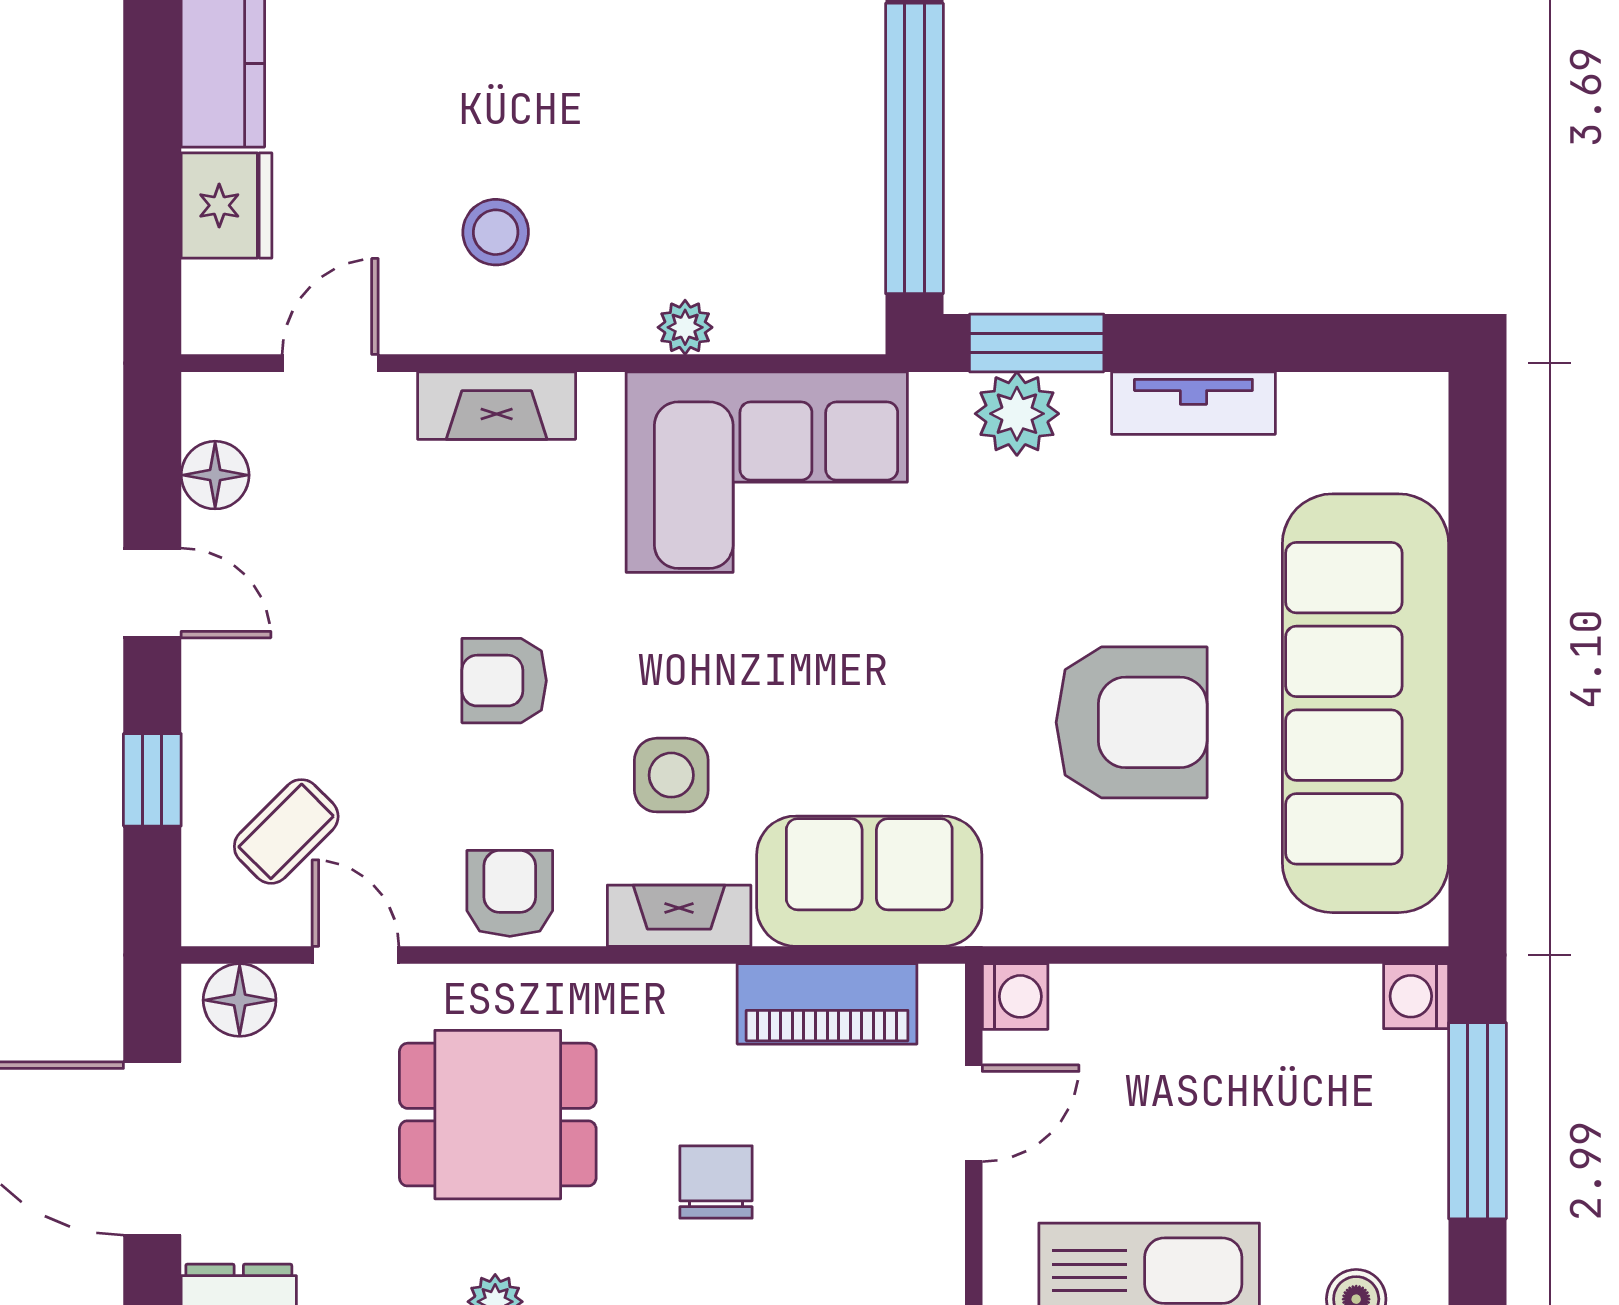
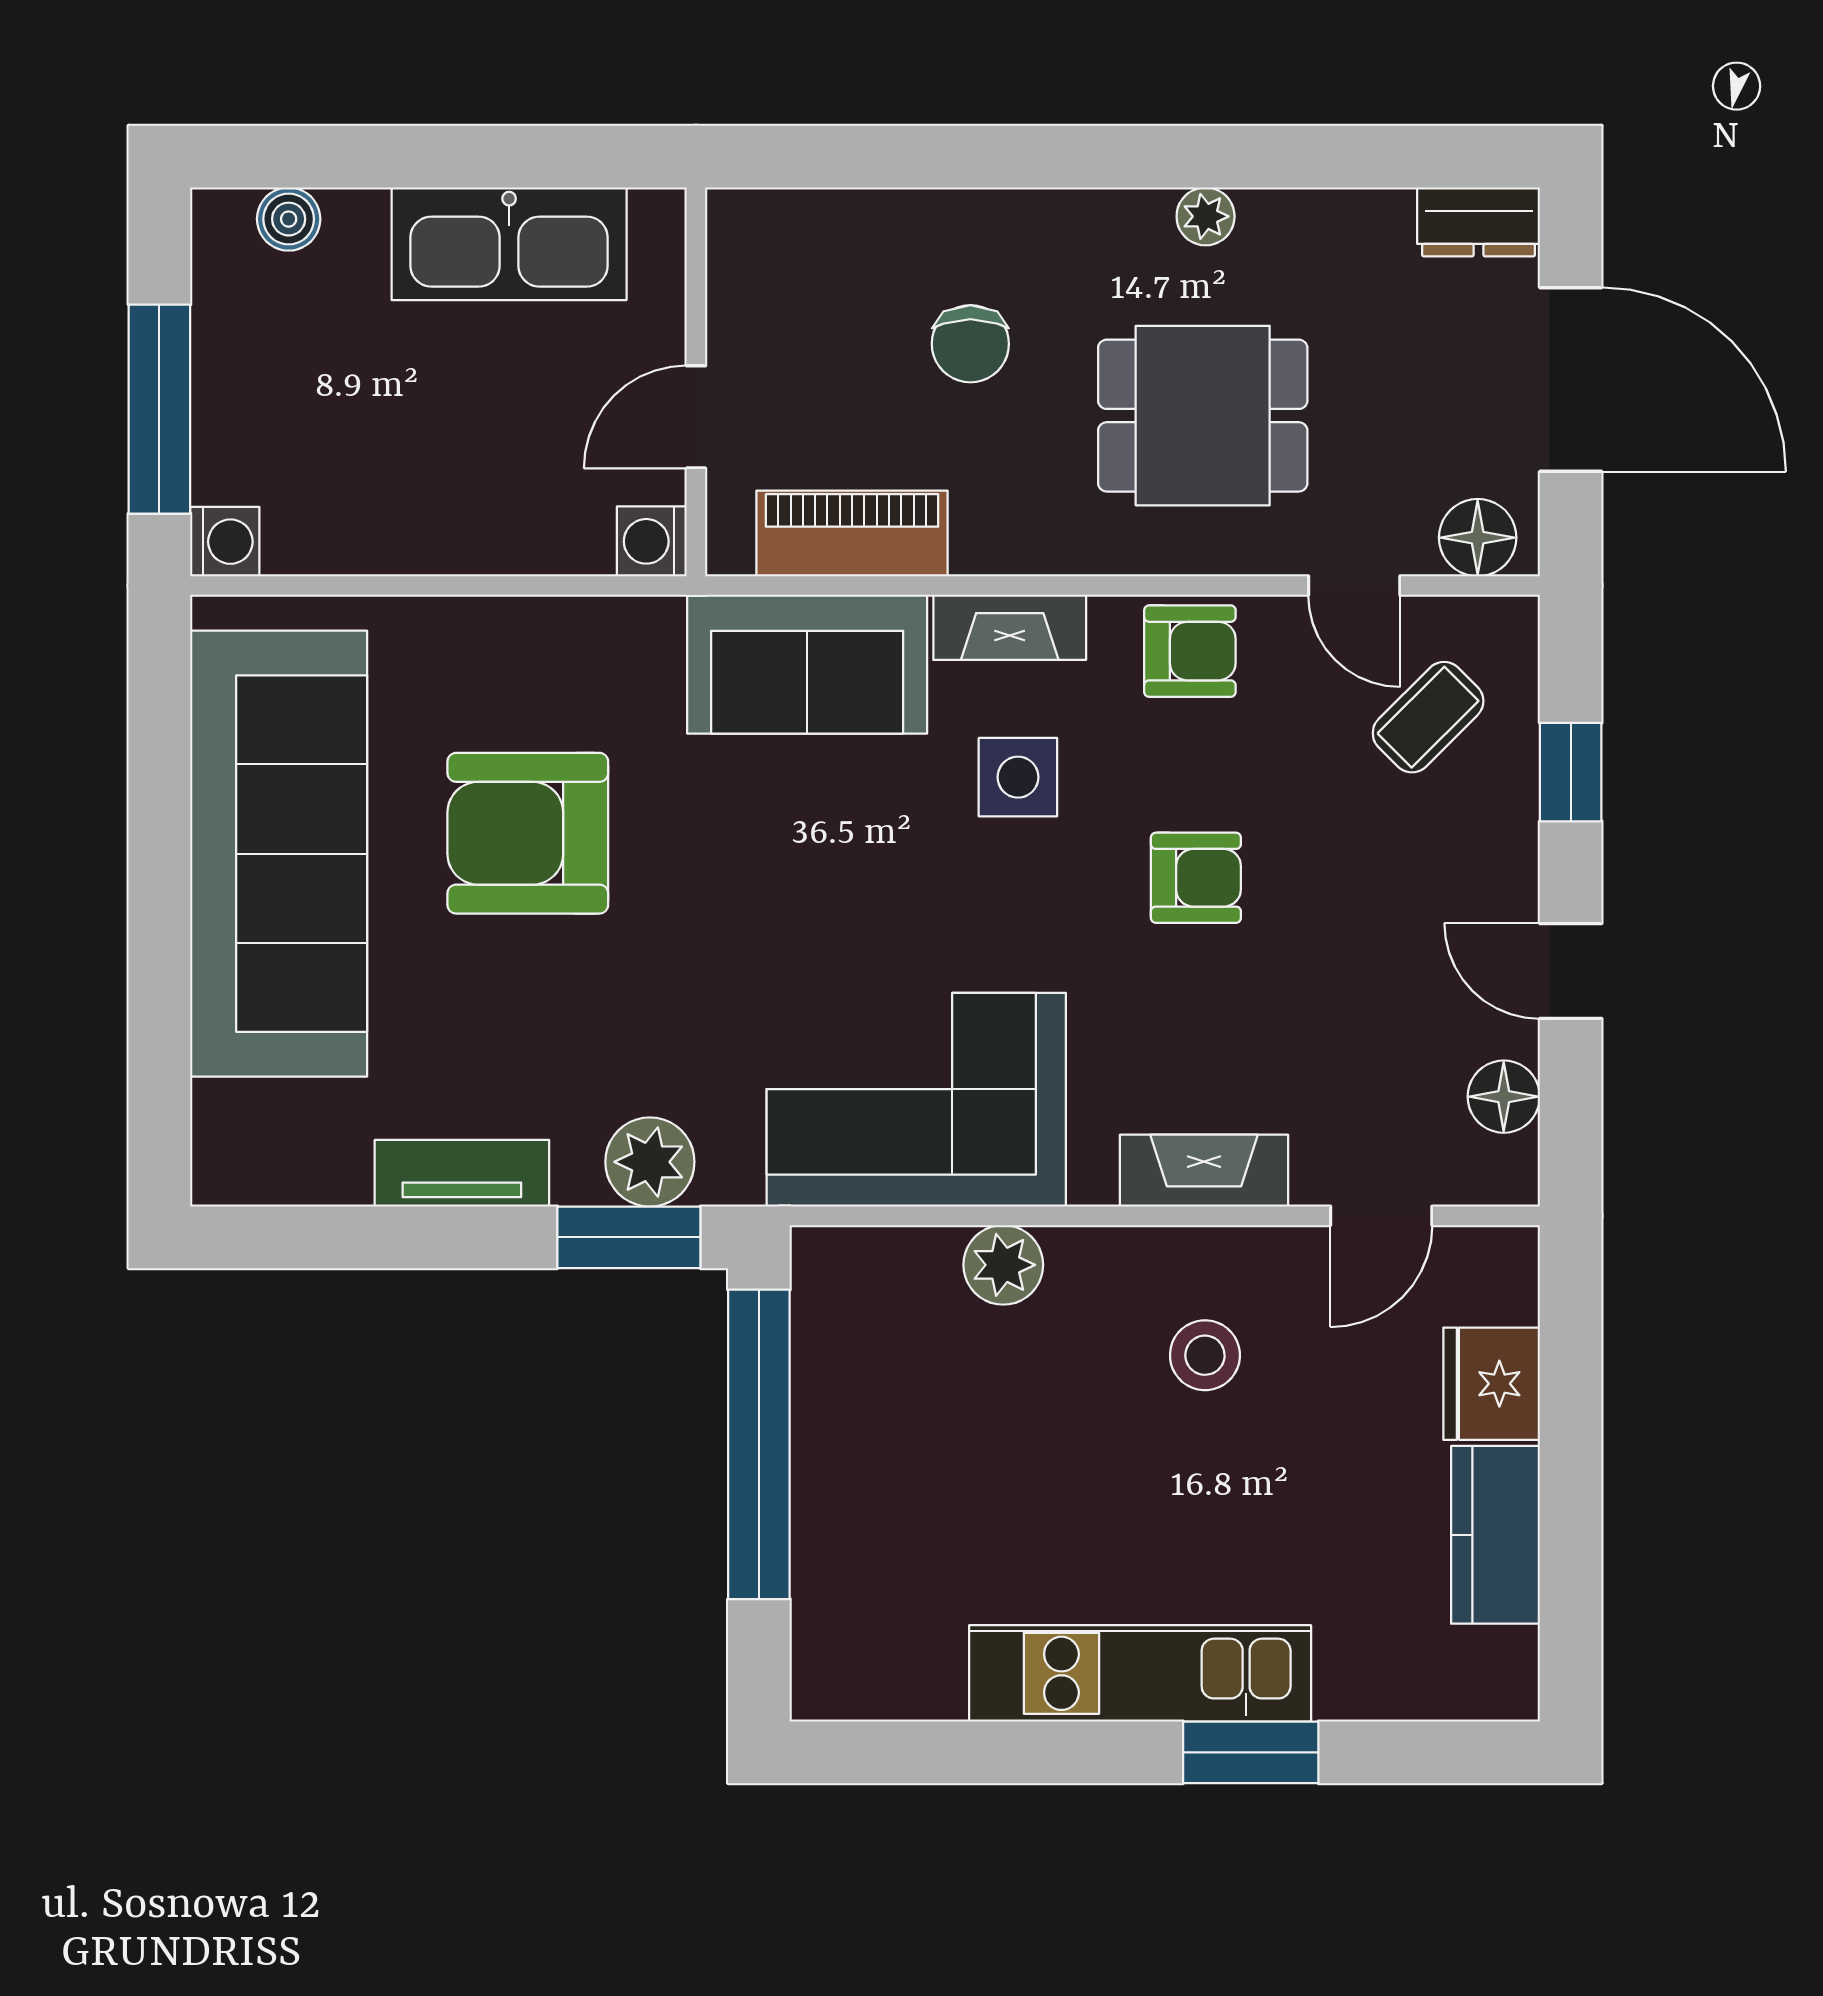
plant: (685, 327) -> (1003, 1265), width x1.38, depth x1.38
armchair: (510, 893) -> (1190, 651), turned -90

